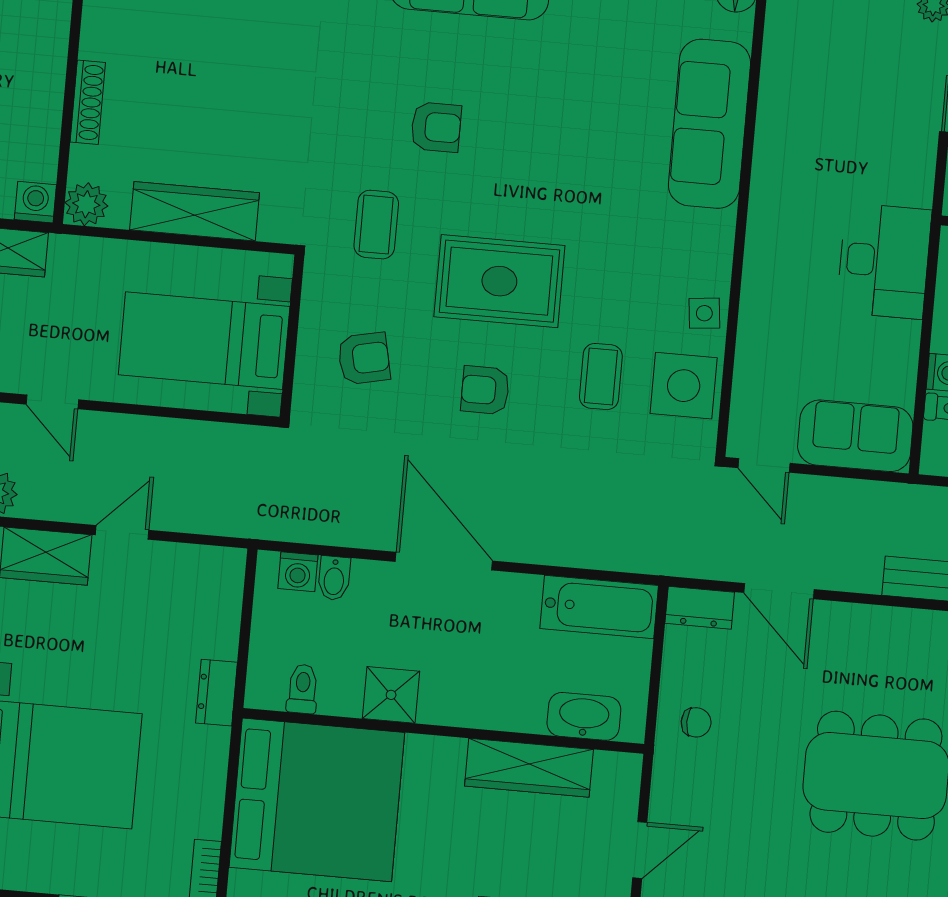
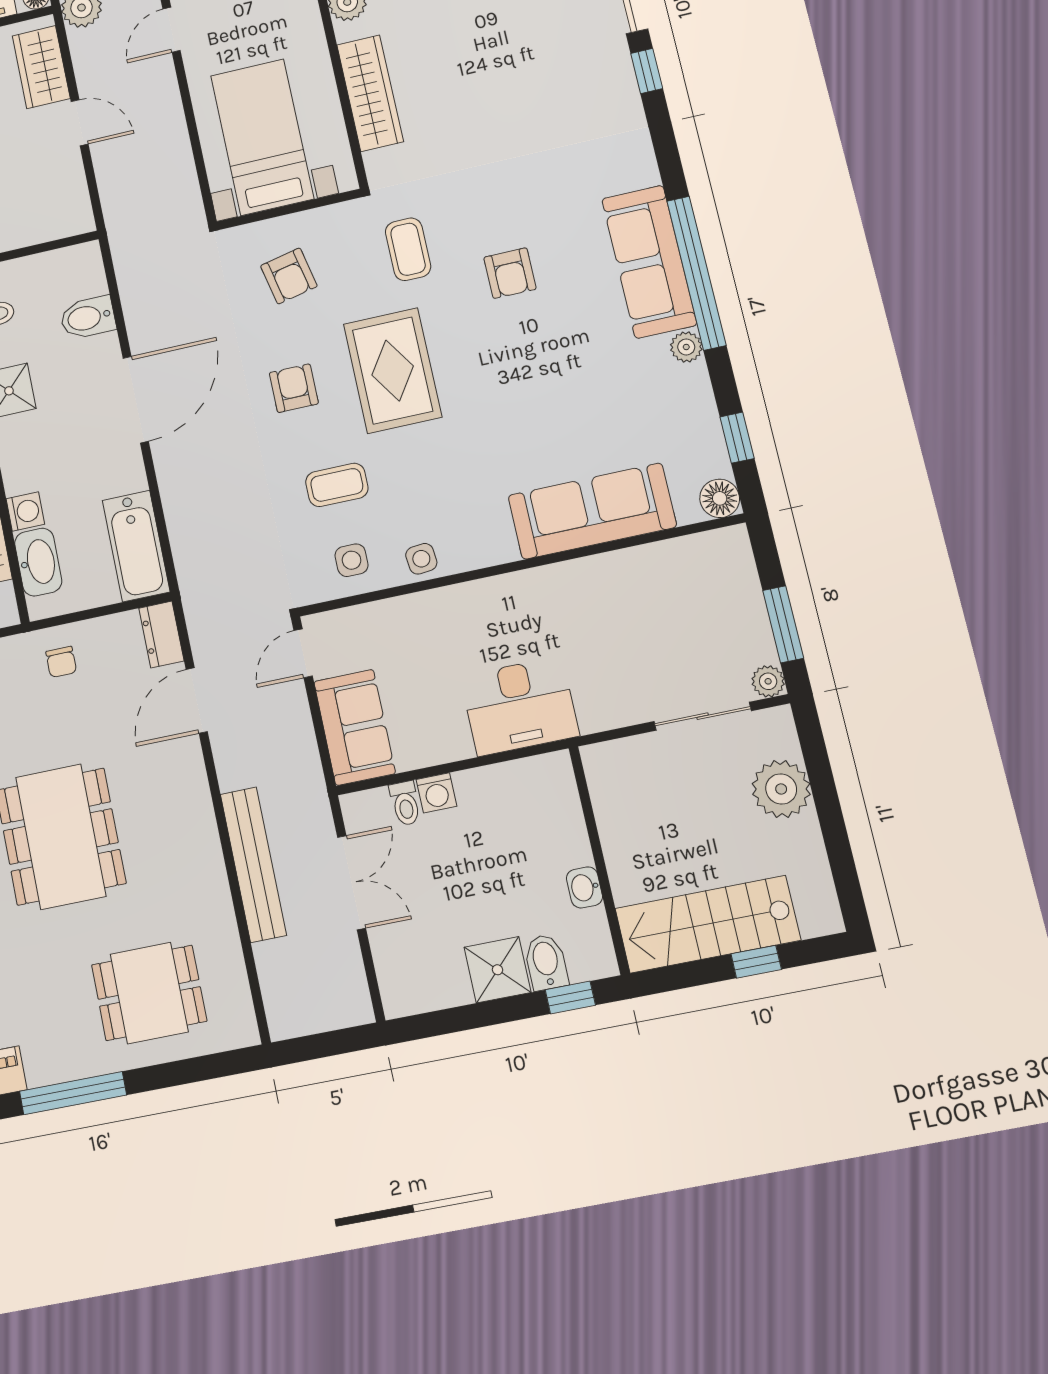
coffee table: (376, 225) -> (408, 249), turned 90
side table: (684, 386) -> (352, 560), width x0.54, depth x0.54
washing machine: (298, 572) -> (25, 511), moved, turned 180
bidet: (334, 578) -> (88, 318), width x1.38, depth x1.36

